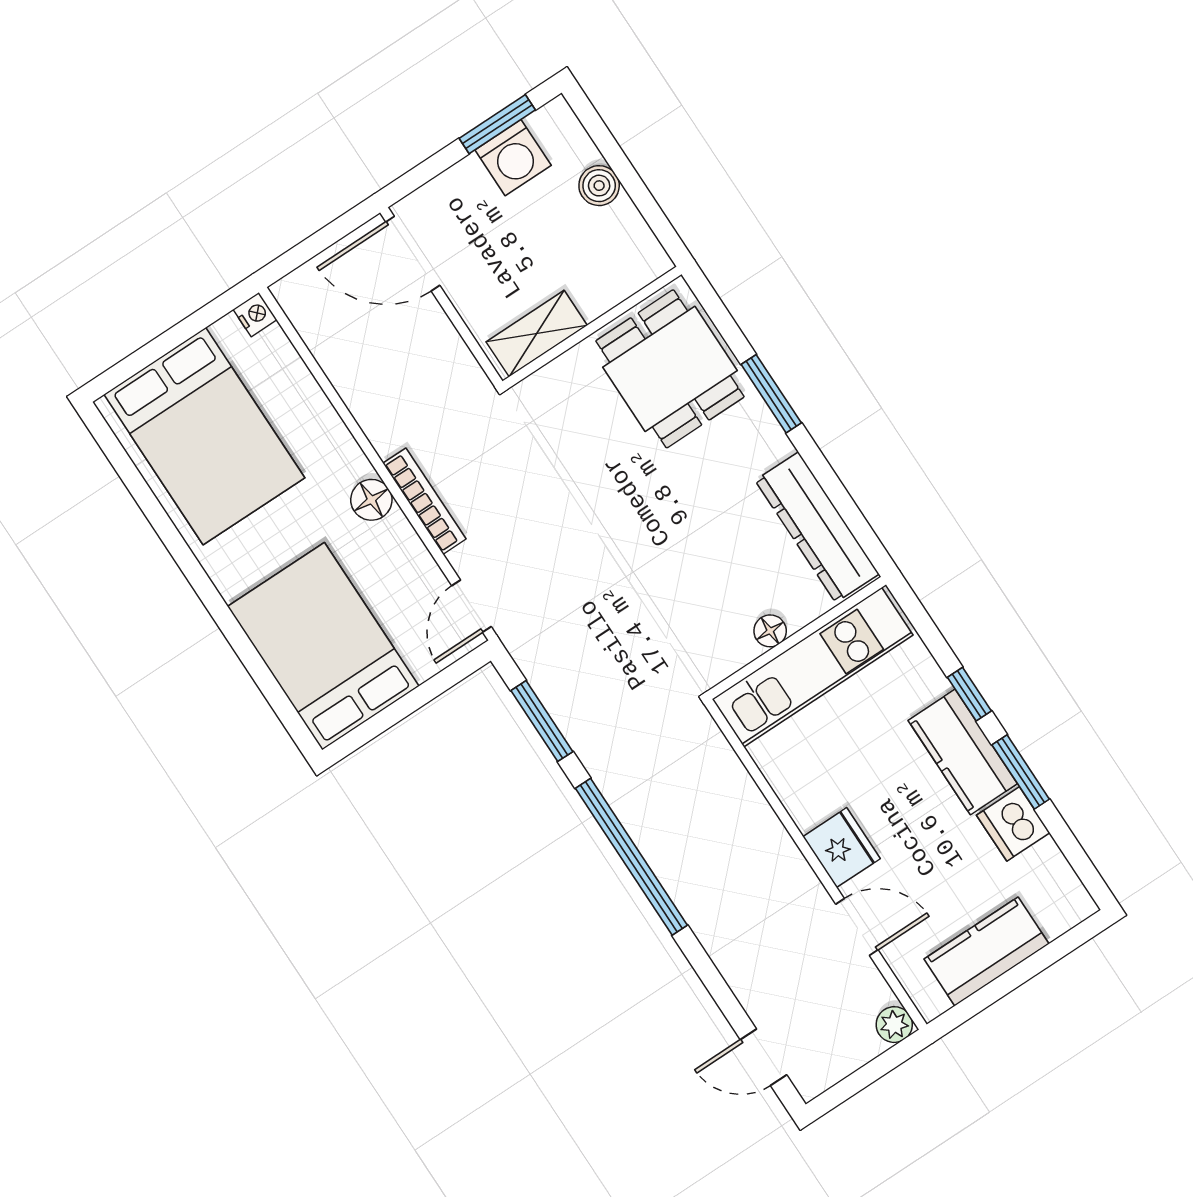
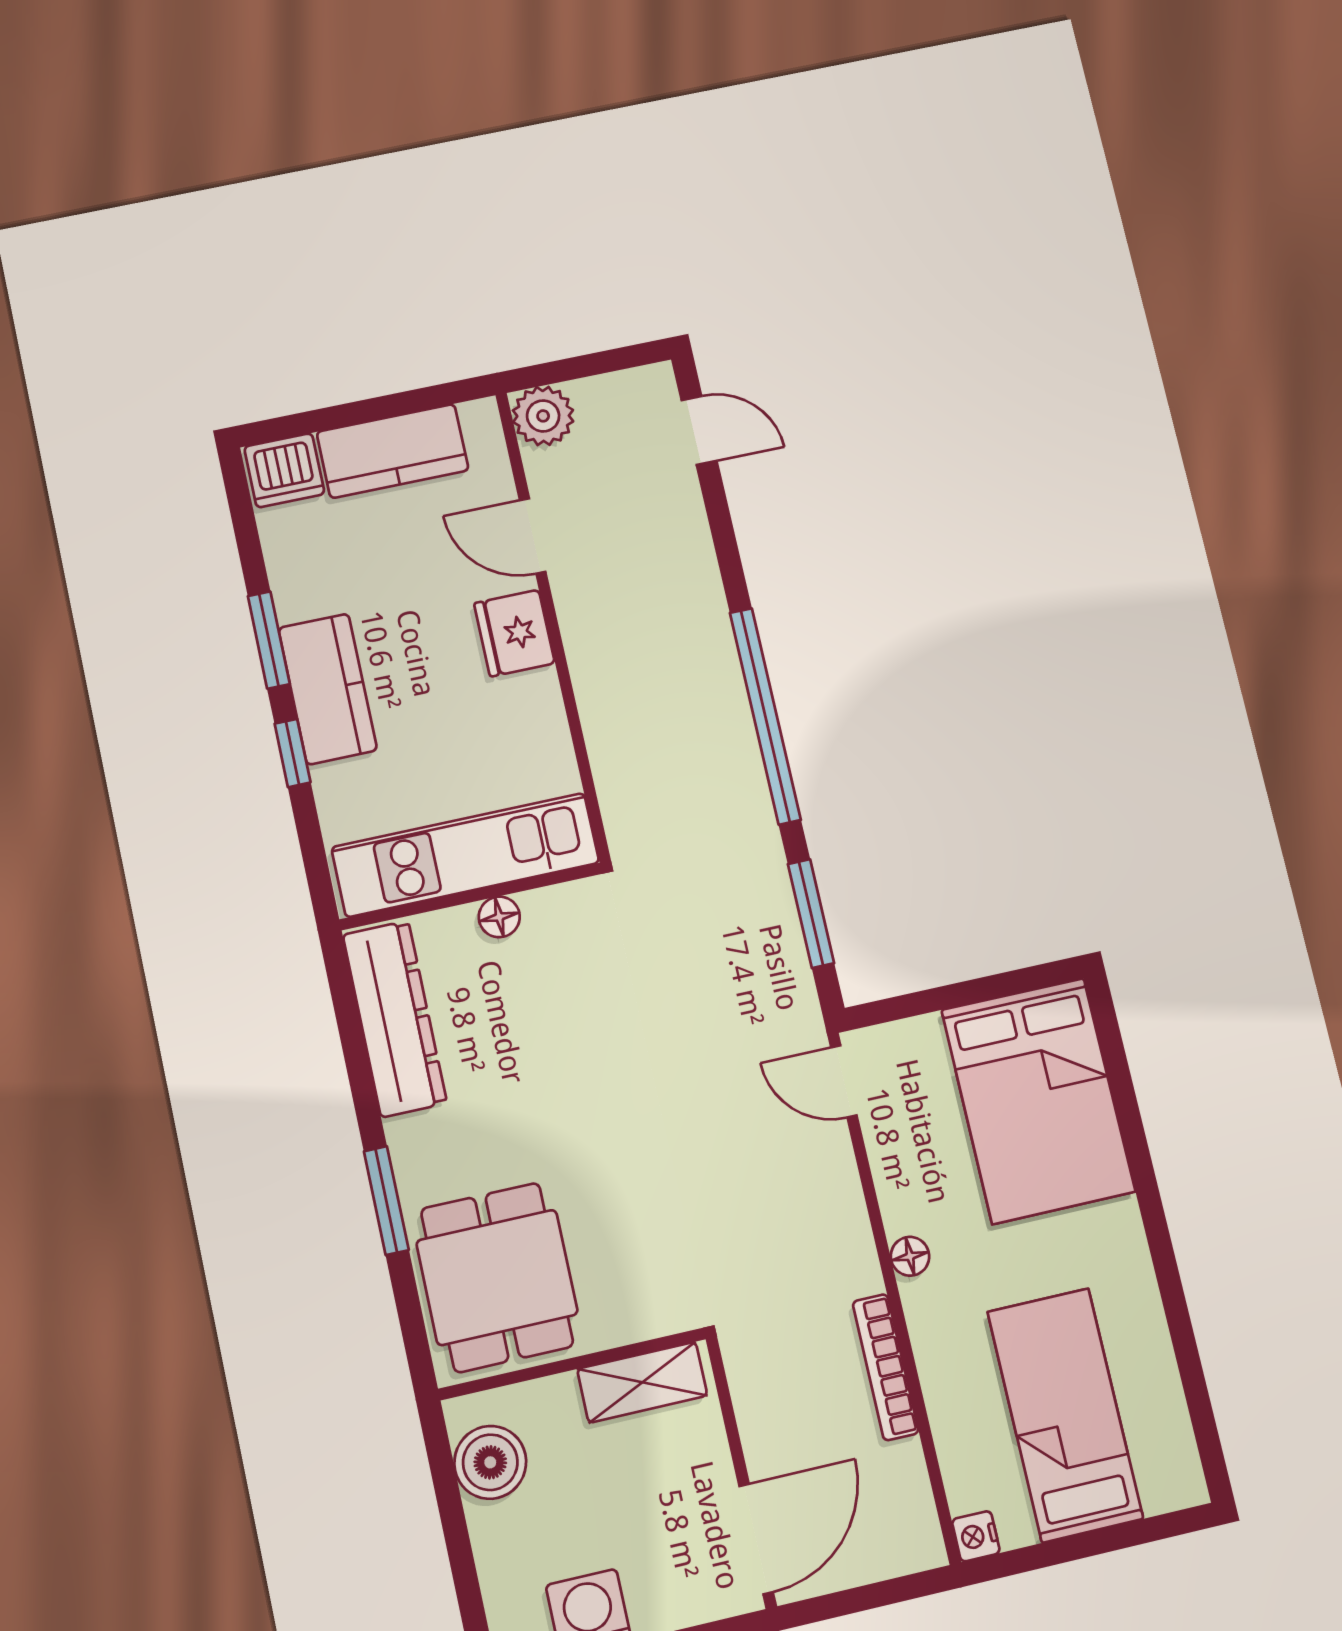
boiler: (599, 186) -> (490, 1462), moved, width x1.36, depth x1.36
door: (413, 254) -> (756, 1539), hinge flipped
bed: (204, 436) -> (1065, 1415), width x0.67
floor lamp: (371, 500) -> (910, 1256), width x0.73, depth x0.73
bookcase: (424, 501) -> (886, 1367), moved
door: (471, 606) -> (844, 1081), swing flipped
dishwasher: (1013, 824) -> (284, 470), moved, turned 90
plant: (894, 1025) -> (543, 416), width x1.38, depth x1.38

